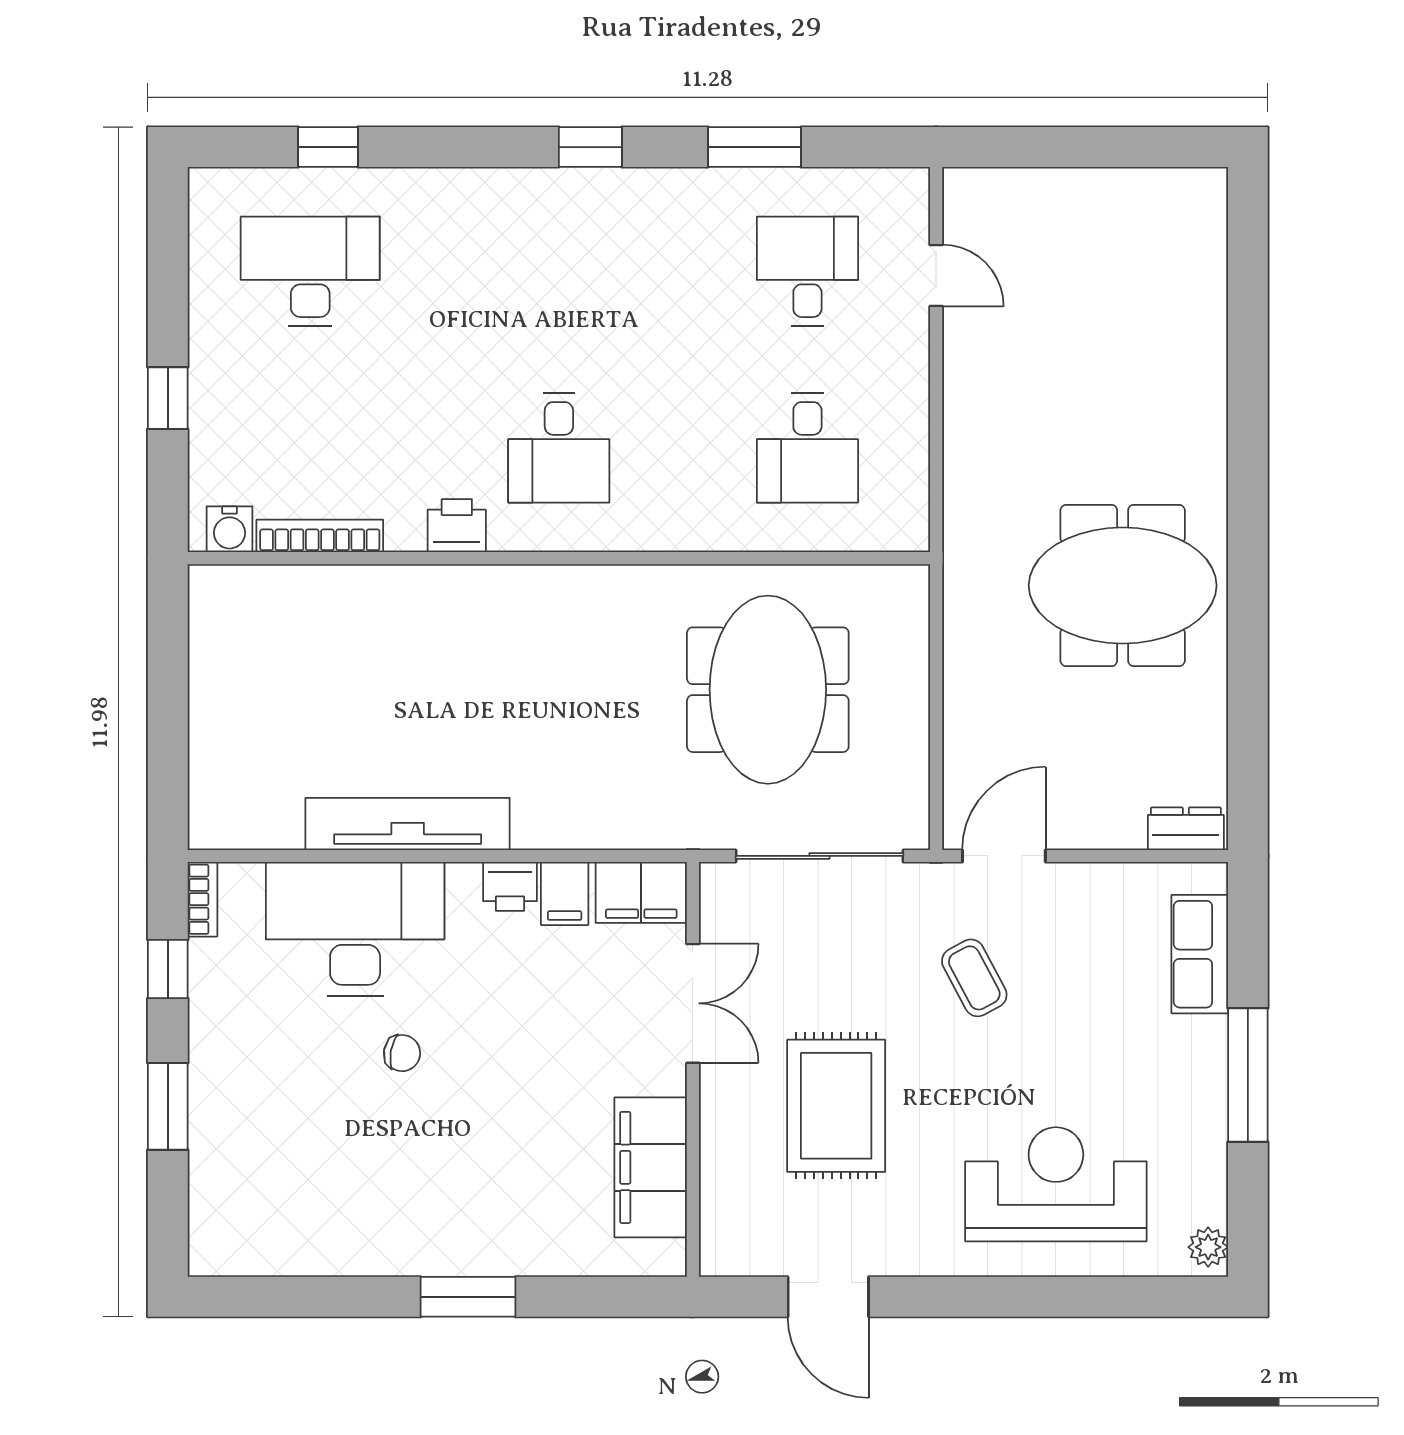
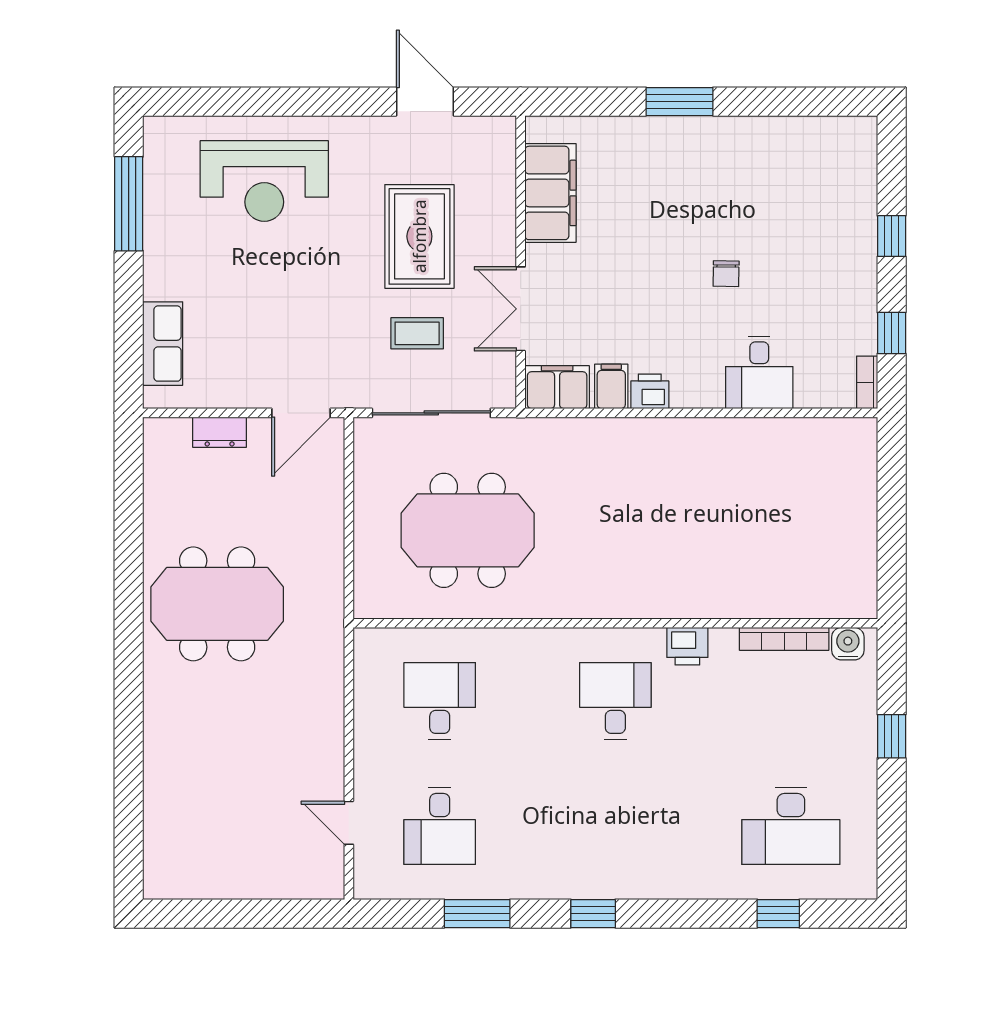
meeting table: (768, 690) -> (468, 530), turned 90
tv unit: (408, 824) -> (722, 436), removed
dresser: (1186, 829) -> (220, 432), moved
desk: (355, 929) -> (759, 372), width x0.53, depth x0.77
coffee table: (974, 978) -> (417, 333), moved, turned -62
chair: (402, 1053) -> (726, 274), turned -99
window: (1248, 1075) -> (129, 204), moved
window: (168, 1106) -> (892, 236), width x0.67
plant: (1208, 1247) -> (157, 137), removed

